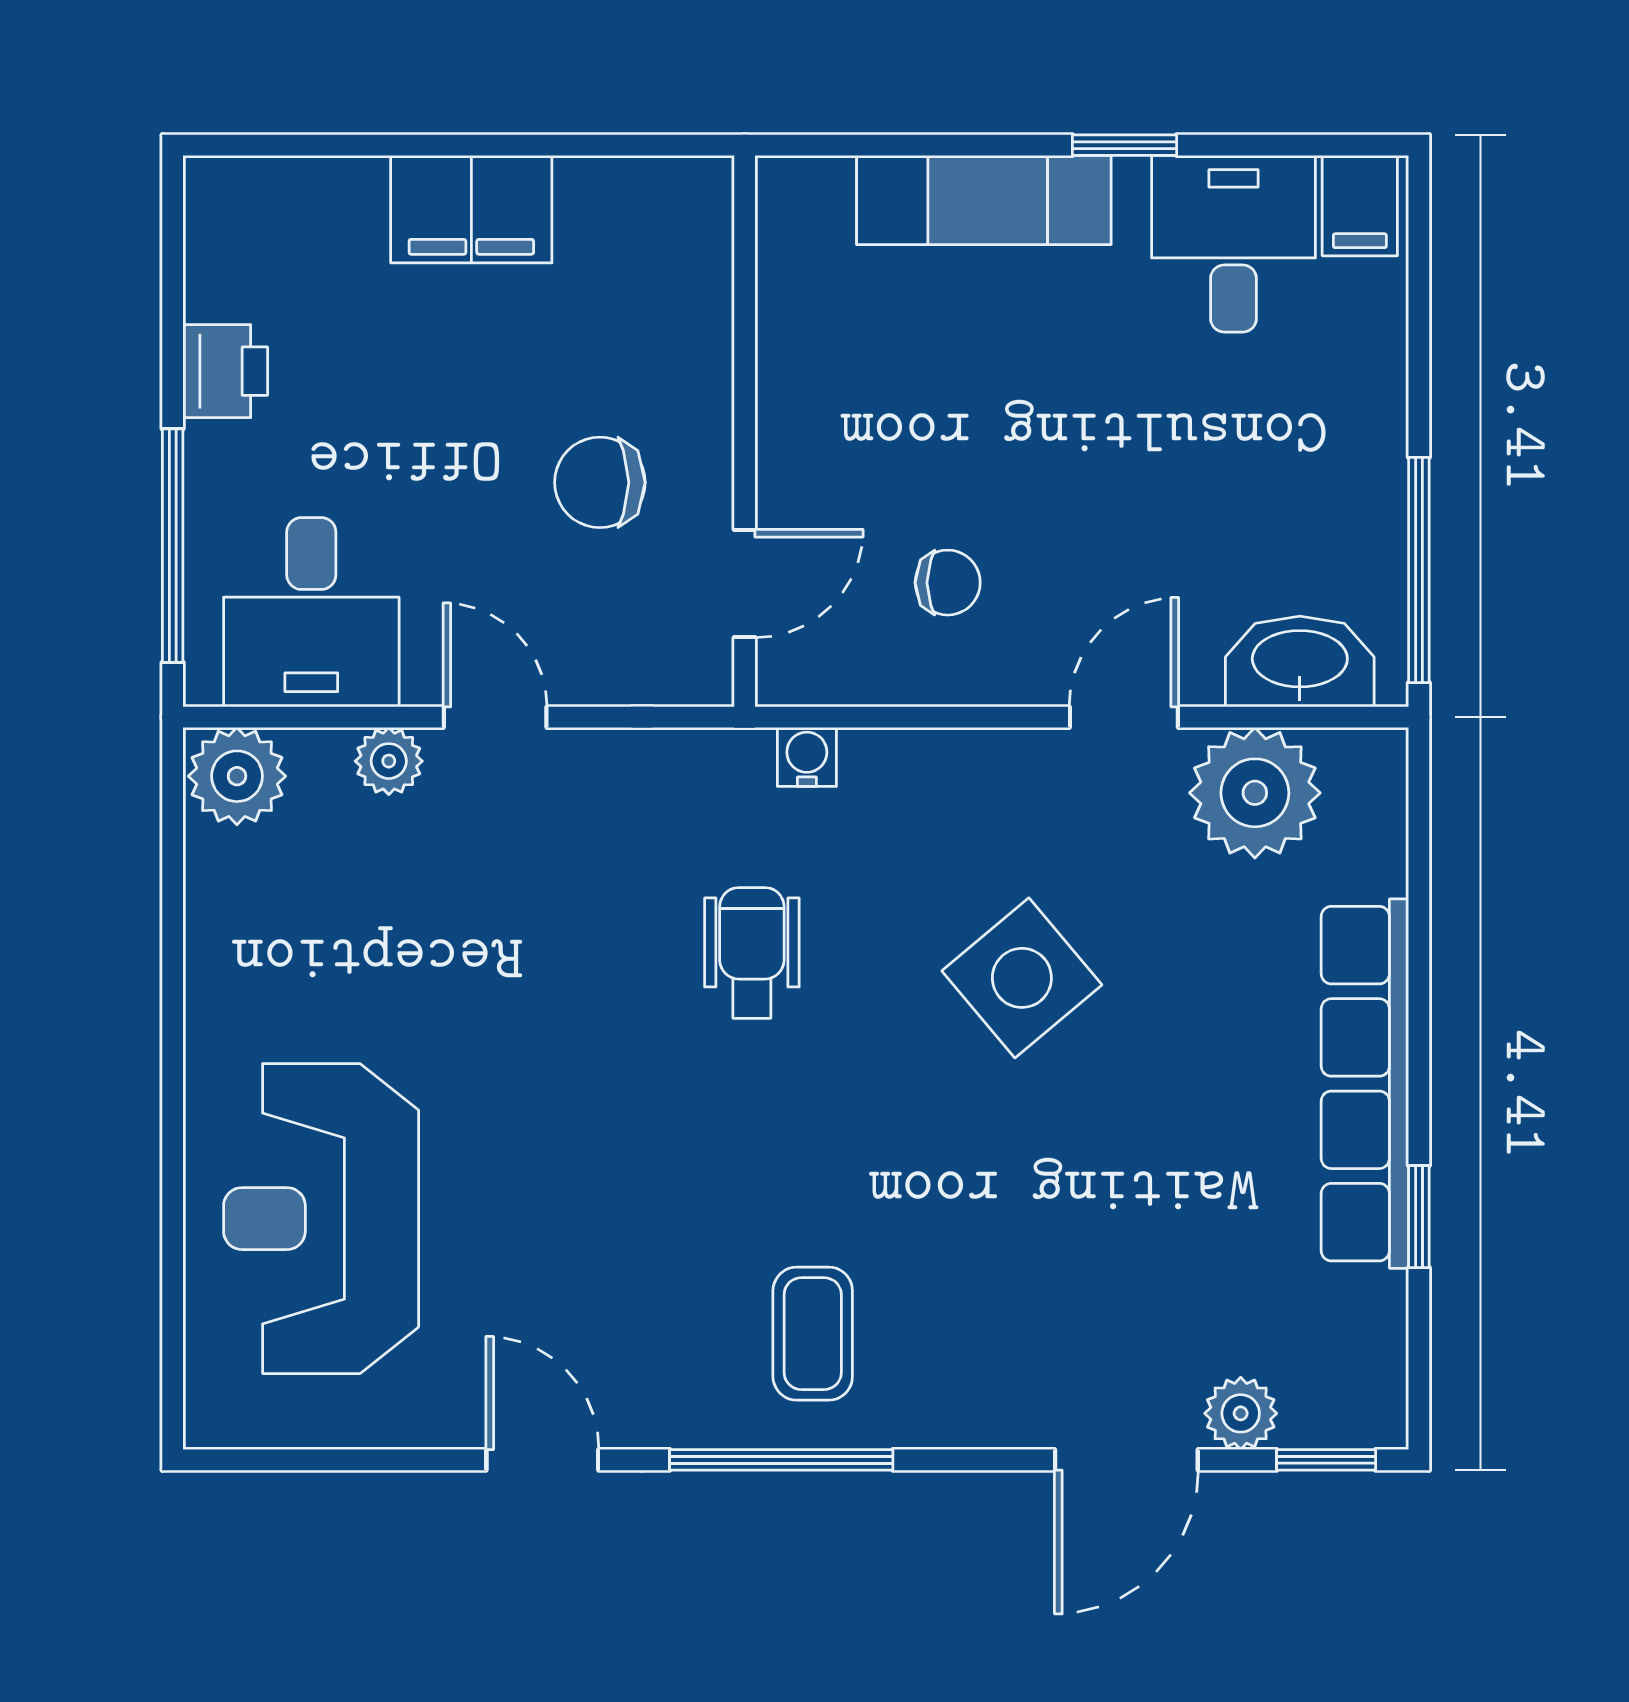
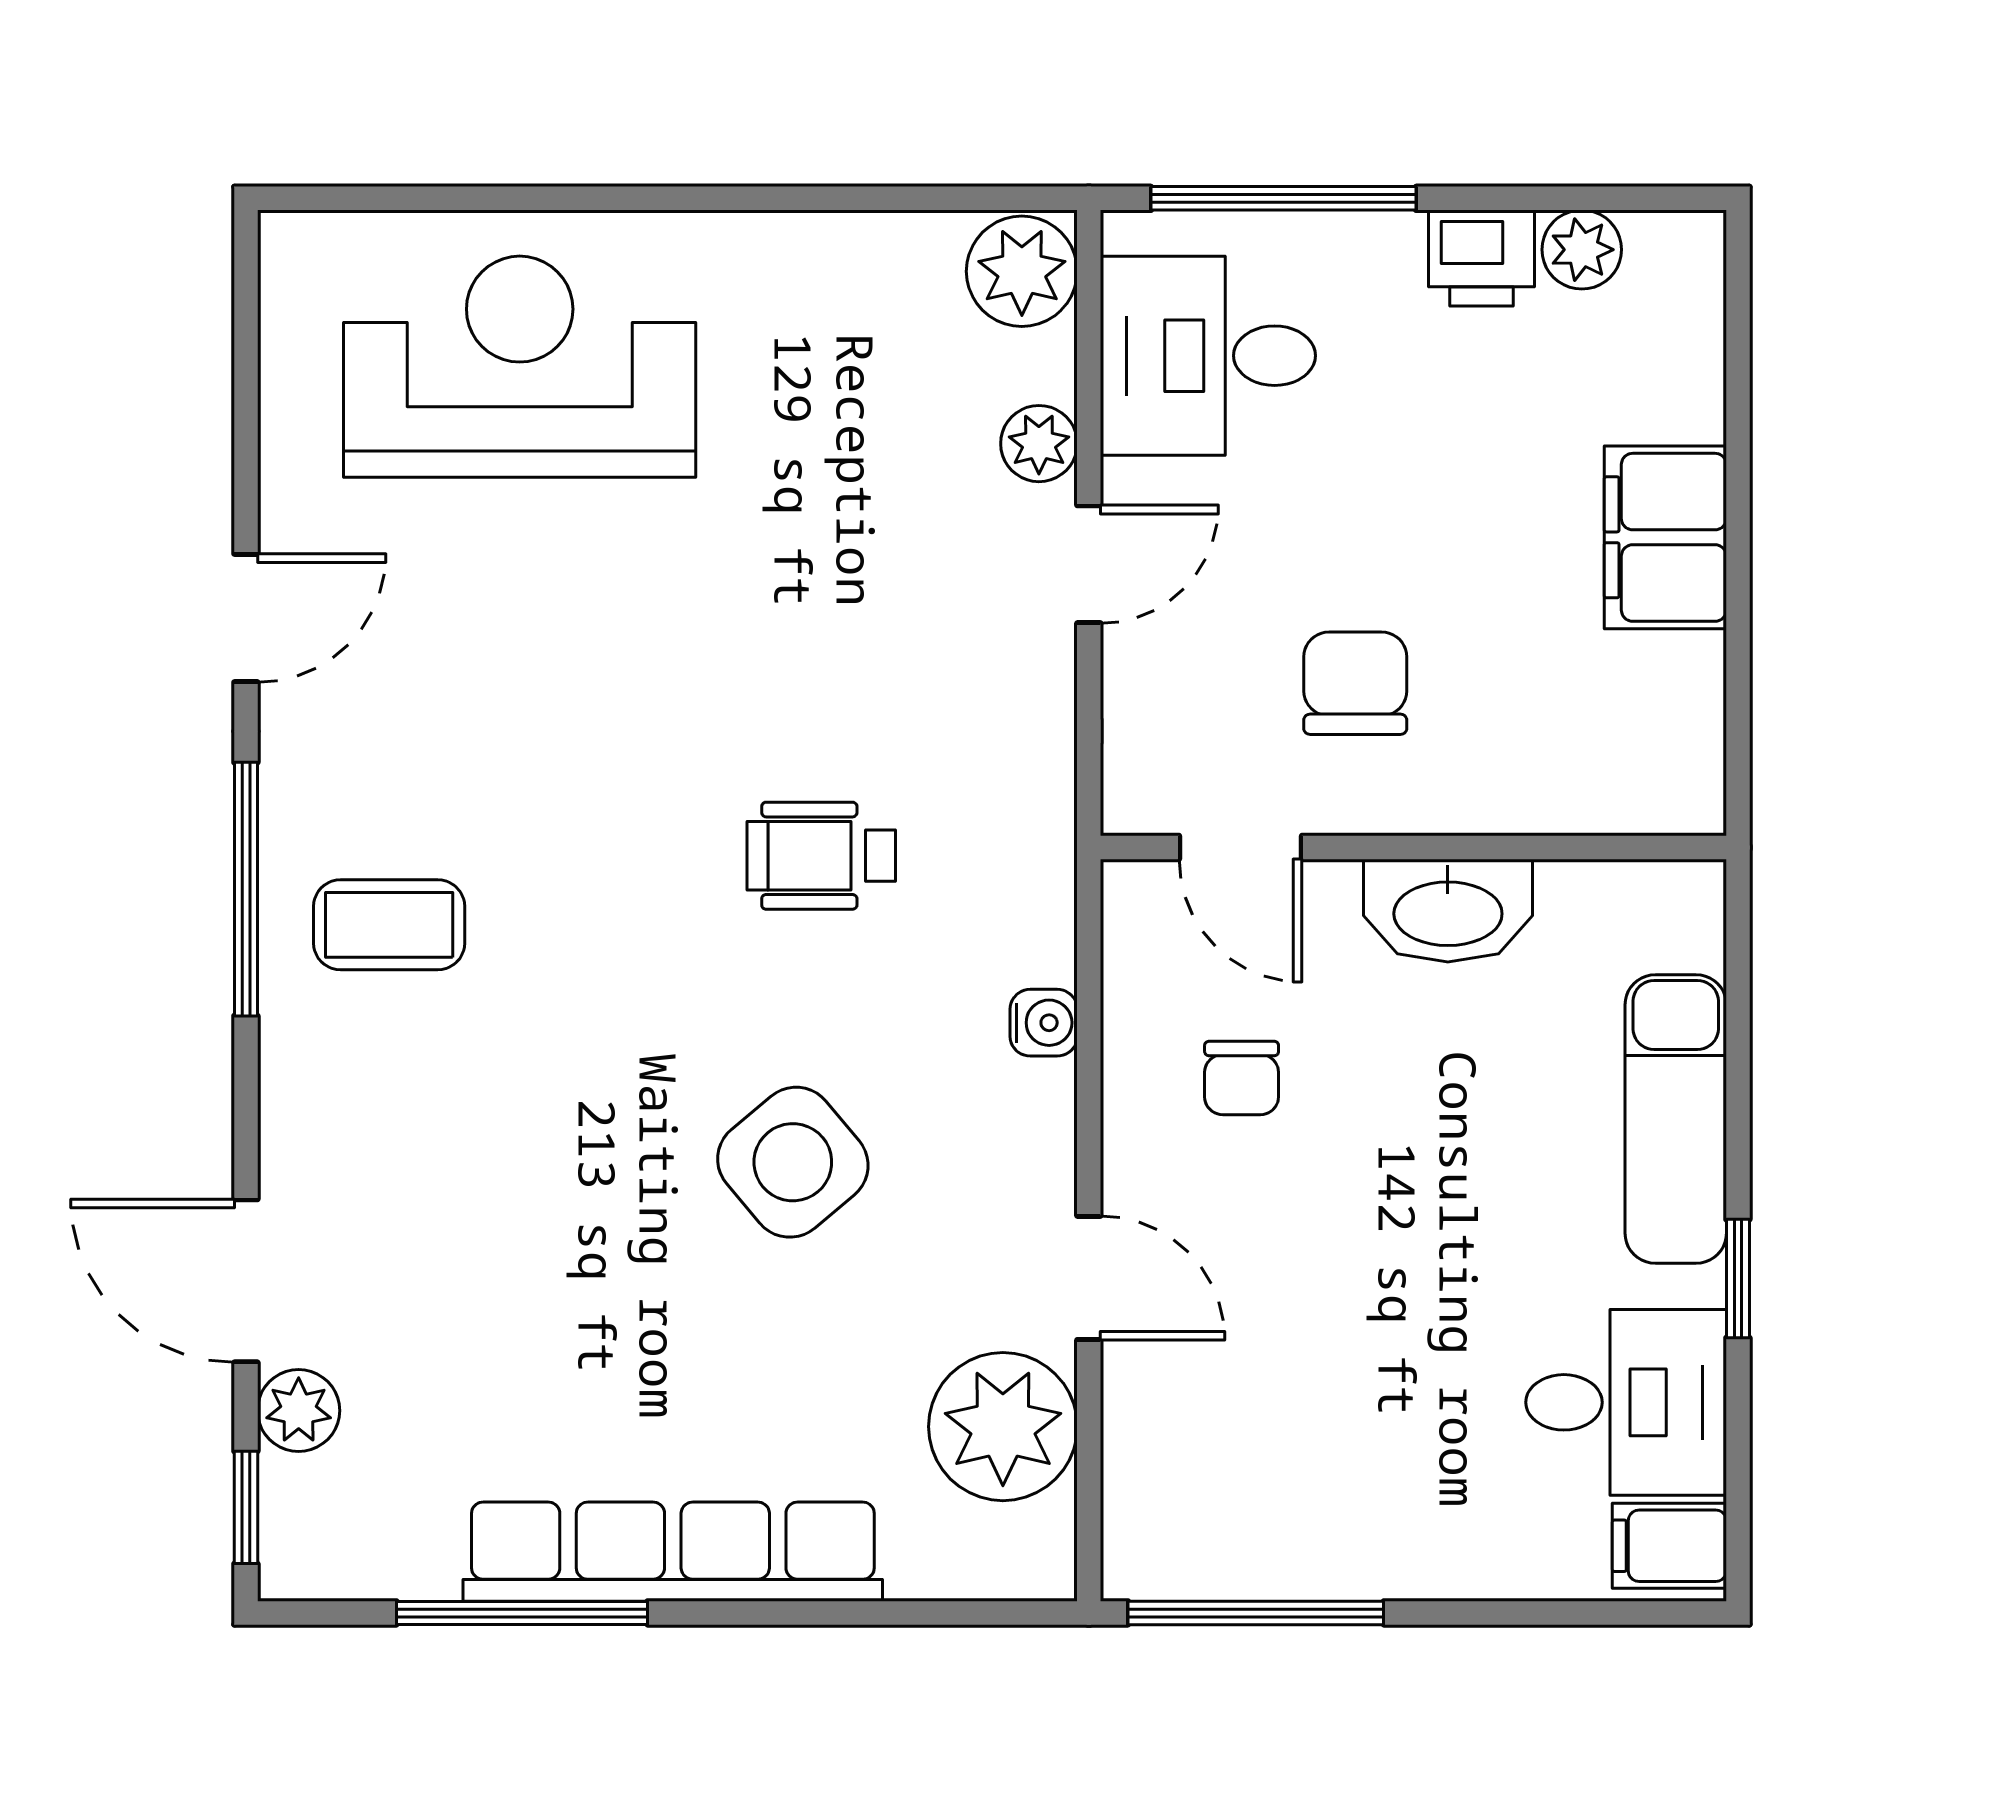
plant: (218, 283) -> (1582, 250), added
washbasin: (1300, 661) -> (1448, 911), moved, turned 90
water cooler: (807, 757) -> (1044, 1023), moved
wheelchair: (752, 953) -> (821, 856), turned 180
window: (1419, 1217) -> (522, 1613), width x2.17

